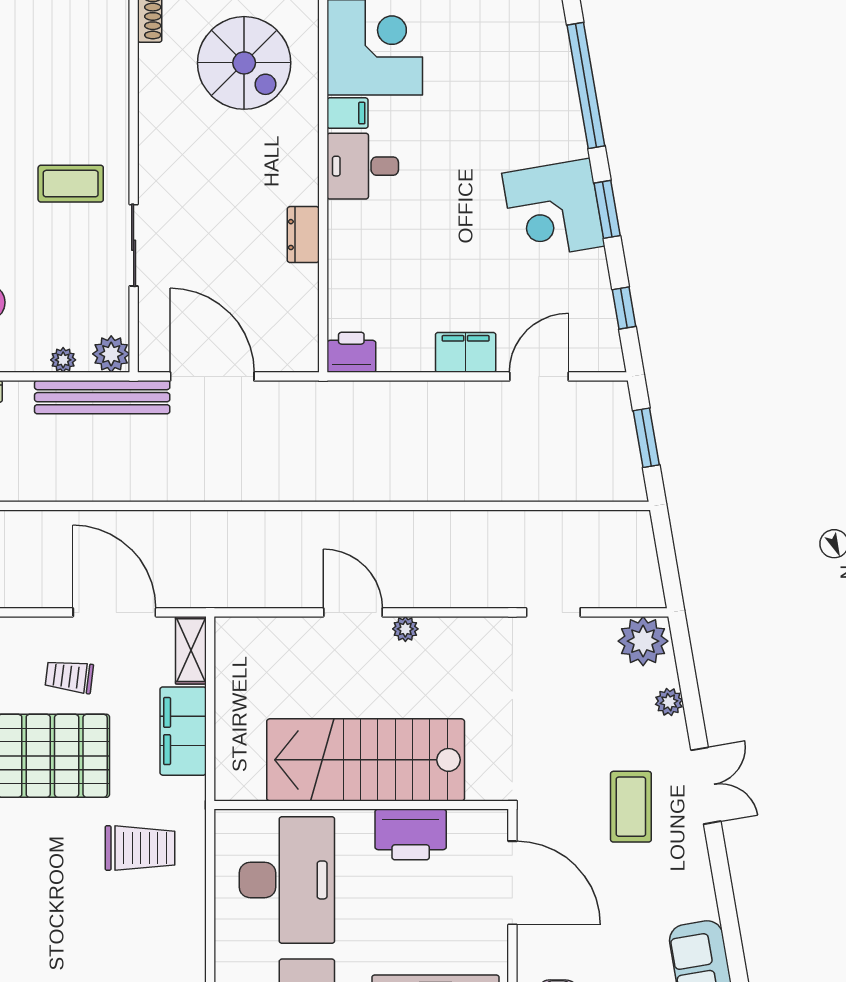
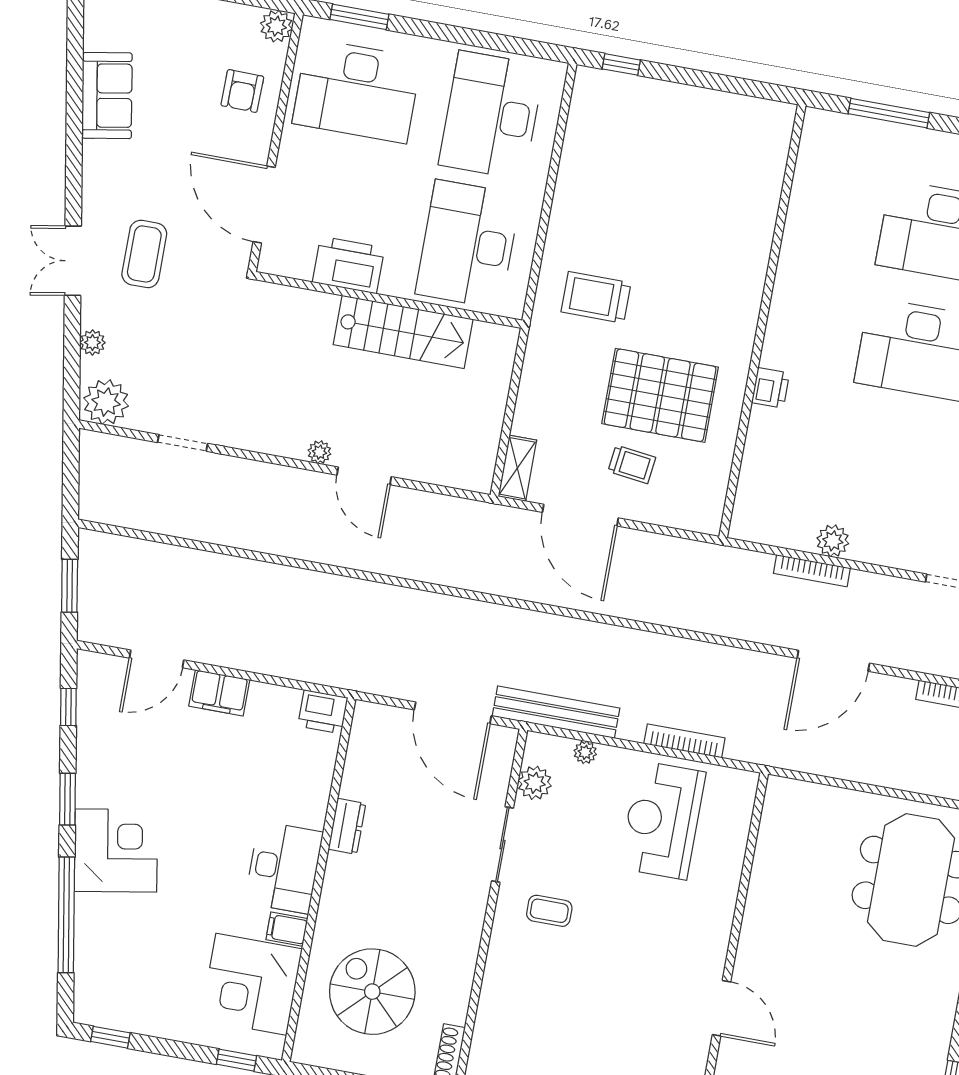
desk: (363, 166) -> (284, 867), width x1.37
coffee table: (71, 184) -> (549, 911), width x0.73, depth x0.77
corner desk: (553, 210) -> (116, 851), moved
plant: (111, 354) -> (535, 783), moved
filing cabinet: (183, 731) -> (538, 396), removed
stairs: (366, 760) -> (403, 332), width x0.73, depth x0.66

